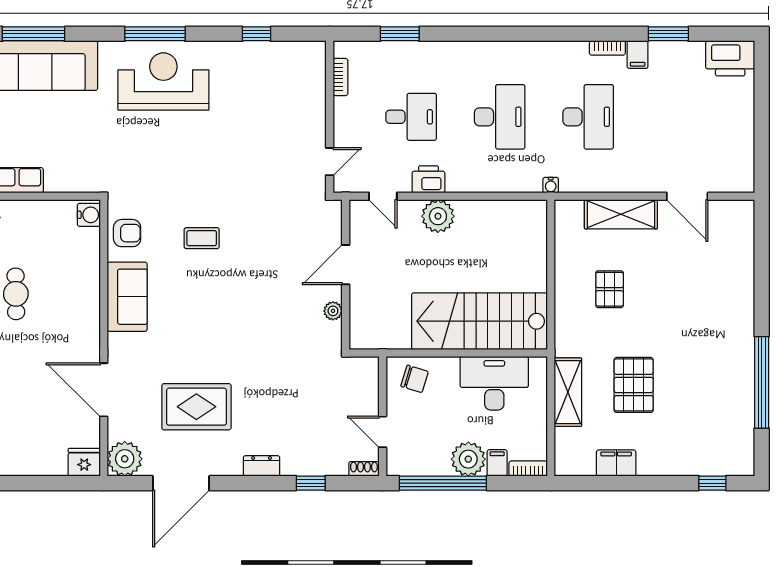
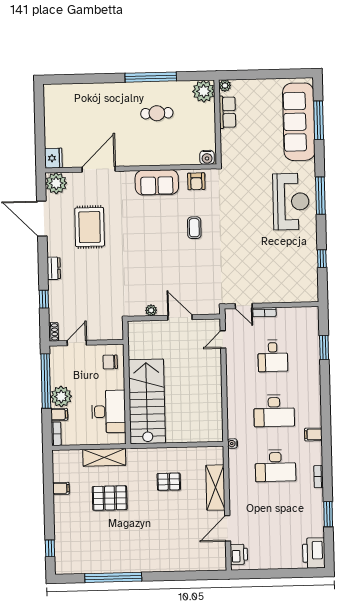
filing cabinet: (638, 55) -> (313, 434), moved
bookcase: (340, 77) -> (264, 312), moved
printer: (428, 179) -> (239, 554), moved
plant: (438, 216) -> (211, 374), removed
chair: (415, 379) -> (110, 362), turned 73
filing cabinet: (616, 463) -> (61, 488), width x0.50

